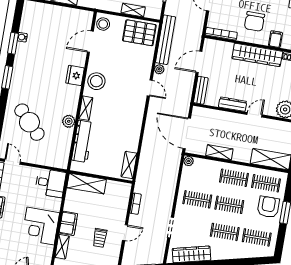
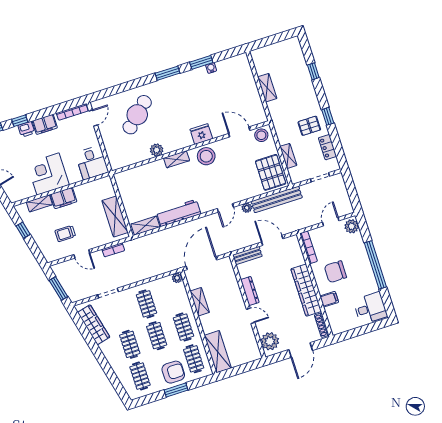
workbench: (83, 141) -> (179, 213), moved, turned 180
shelving: (87, 184) -> (115, 216), moved

